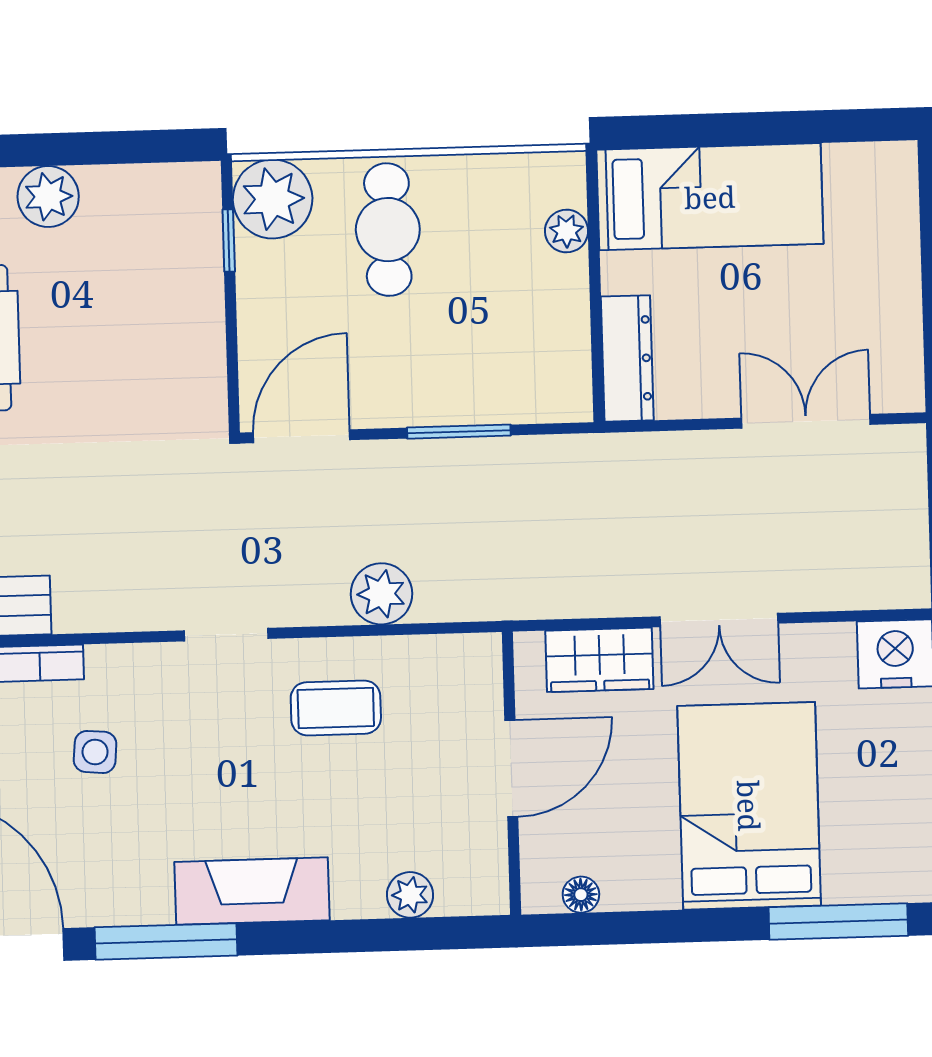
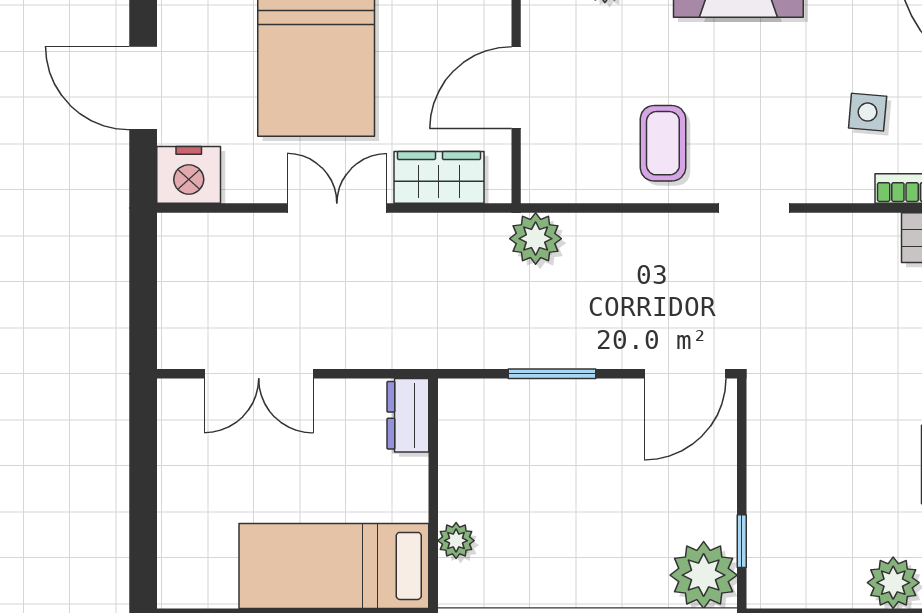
cafe table: (388, 230) -> (607, 546), removed
dresser: (627, 358) -> (408, 415), width x0.70
plant: (381, 594) -> (536, 239), moved
coffee table: (336, 708) -> (663, 143), turned 90

